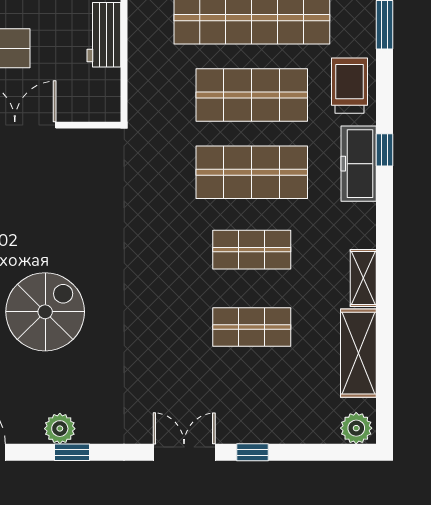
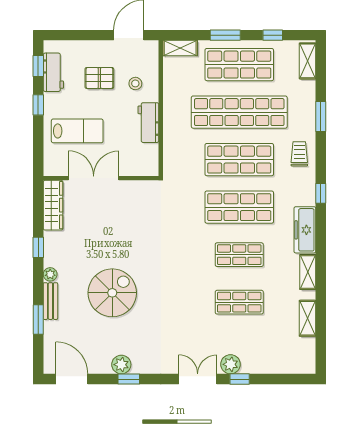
trolley: (350, 86) -> (299, 154), width x0.73, depth x0.72
freezer: (359, 164) -> (305, 230), moved
shelving: (358, 353) -> (308, 318), width x0.67, depth x0.75
plant: (356, 428) -> (230, 364), moved

